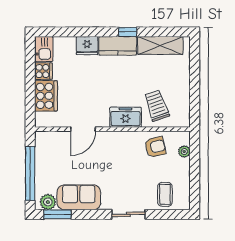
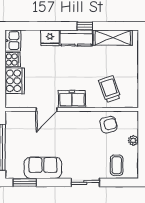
freezer: (125, 117) -> (72, 99), moved
plant: (184, 151) -> (133, 140), moved
plant: (48, 202) -> (16, 172), removed

